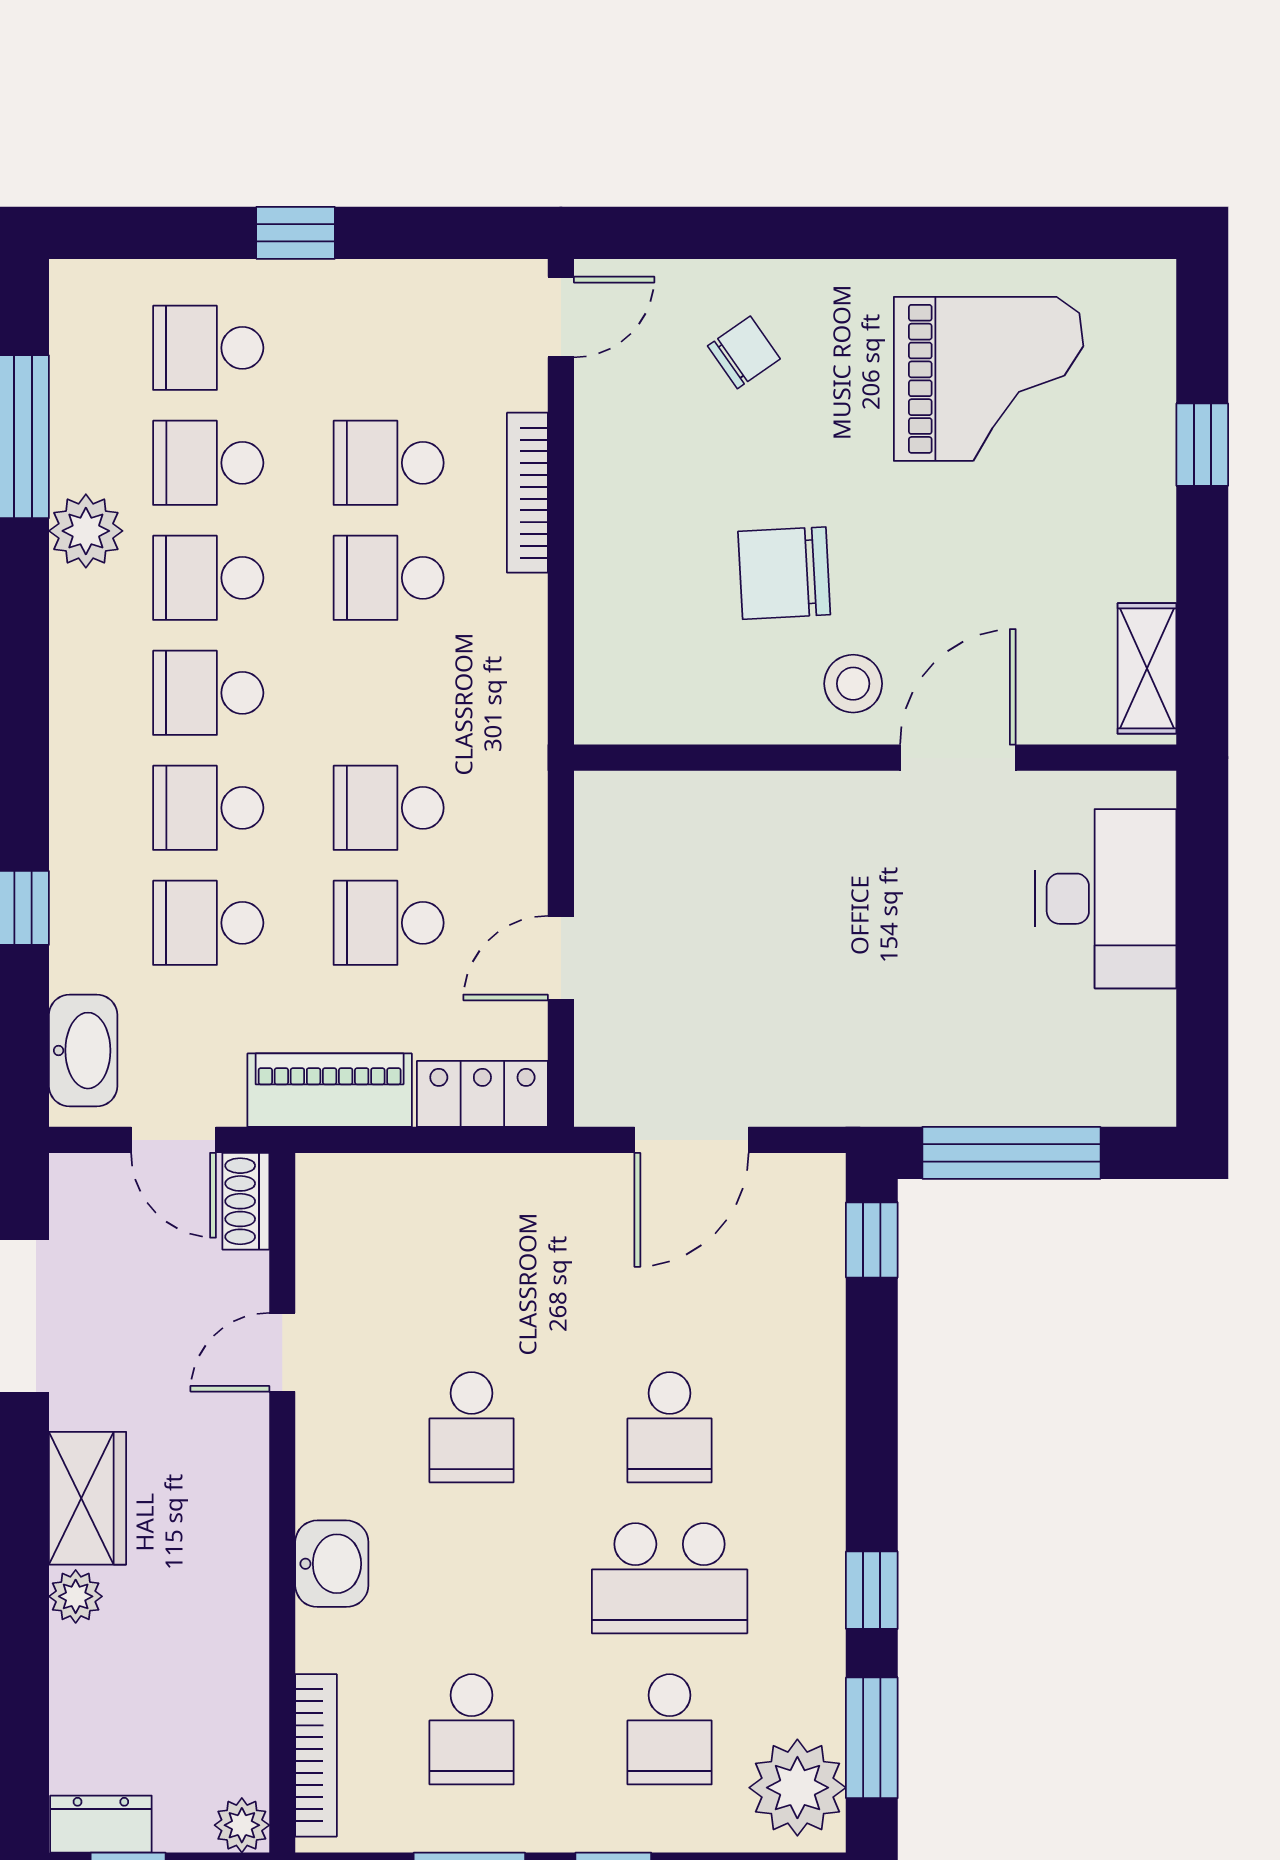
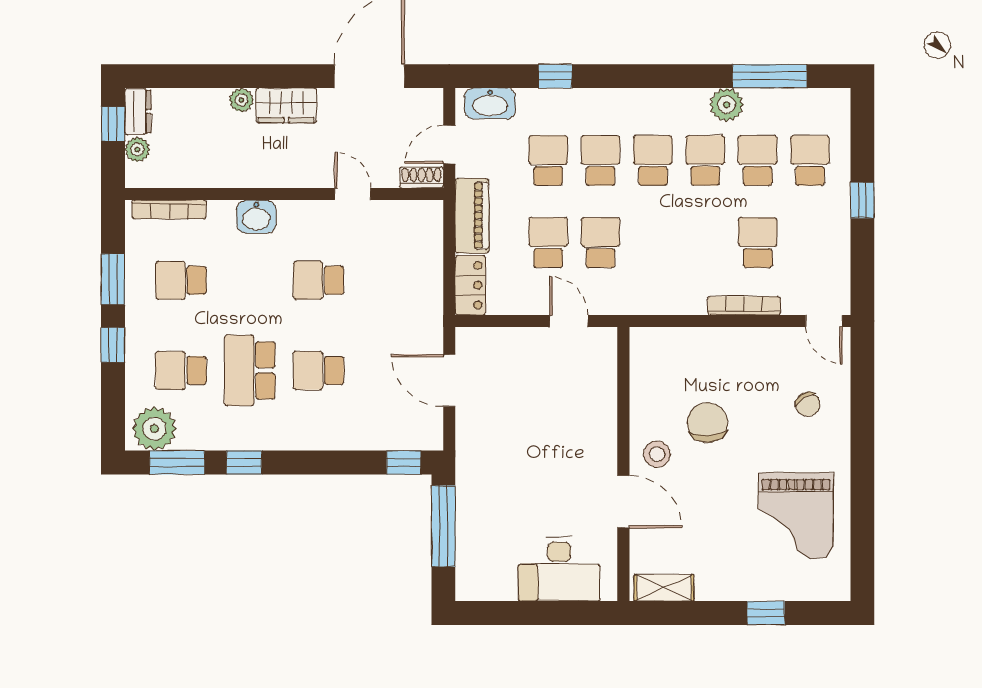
school desk: (389, 578) -> (705, 243), removed
door: (561, 958) -> (569, 321), moved
plant: (242, 1825) -> (137, 149), moved

